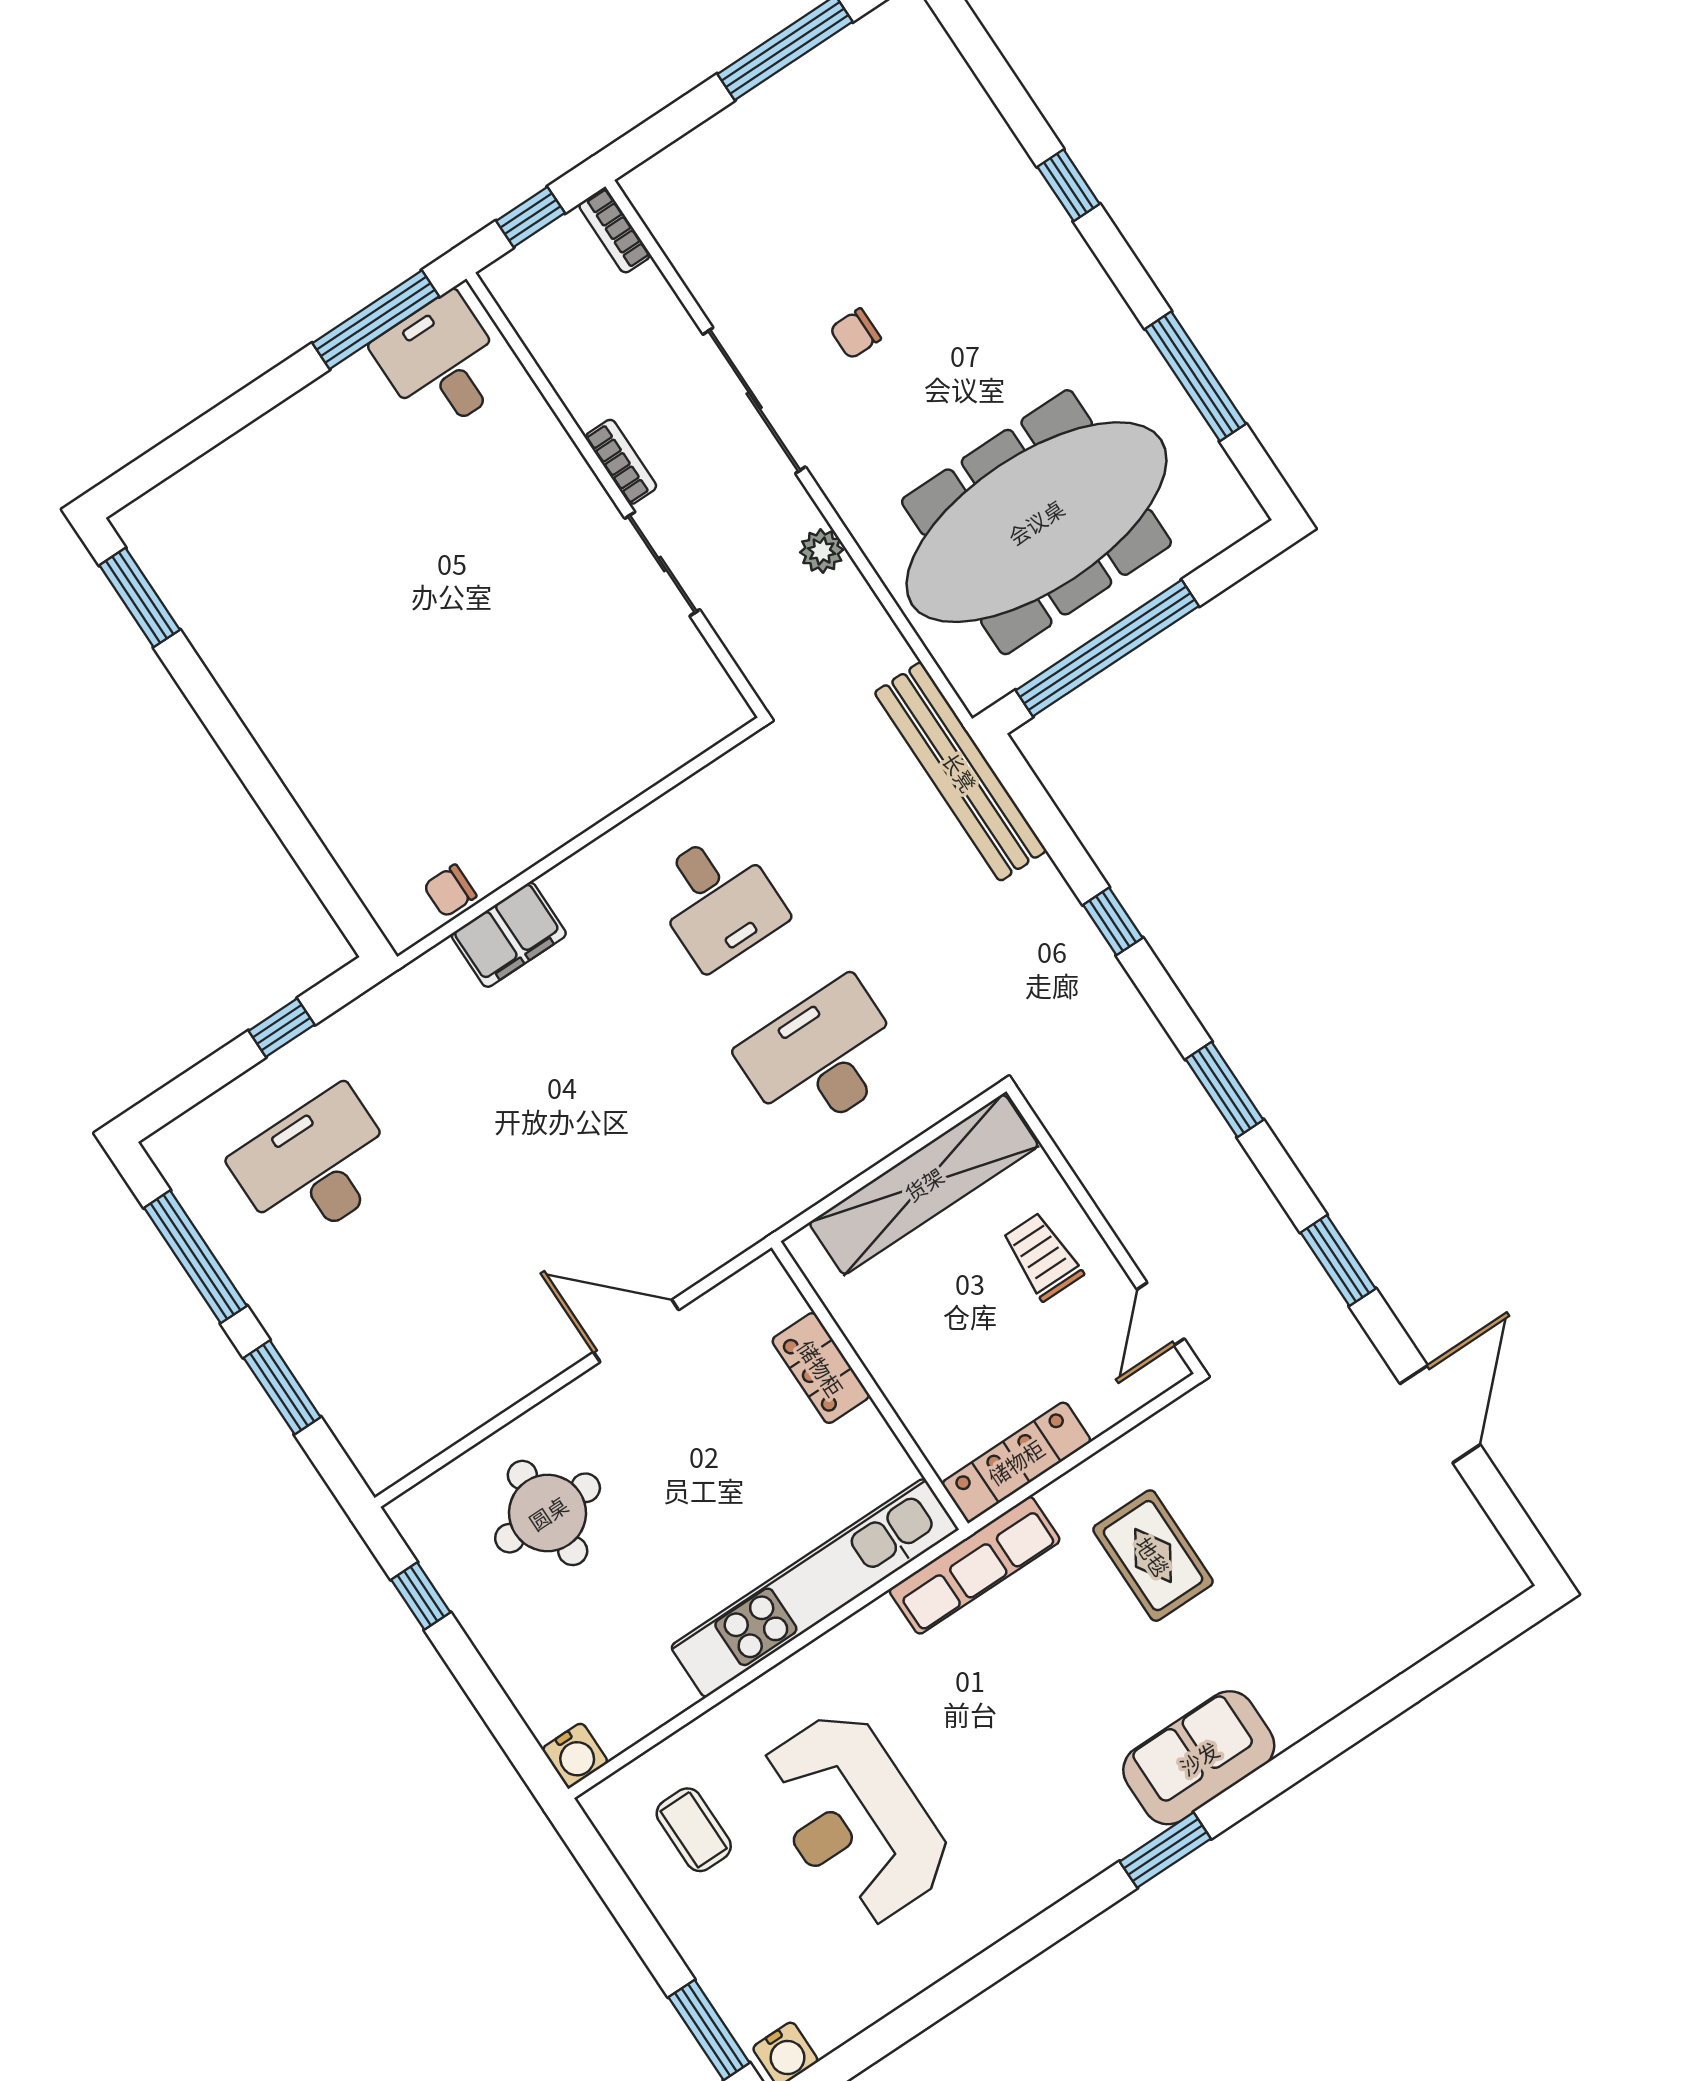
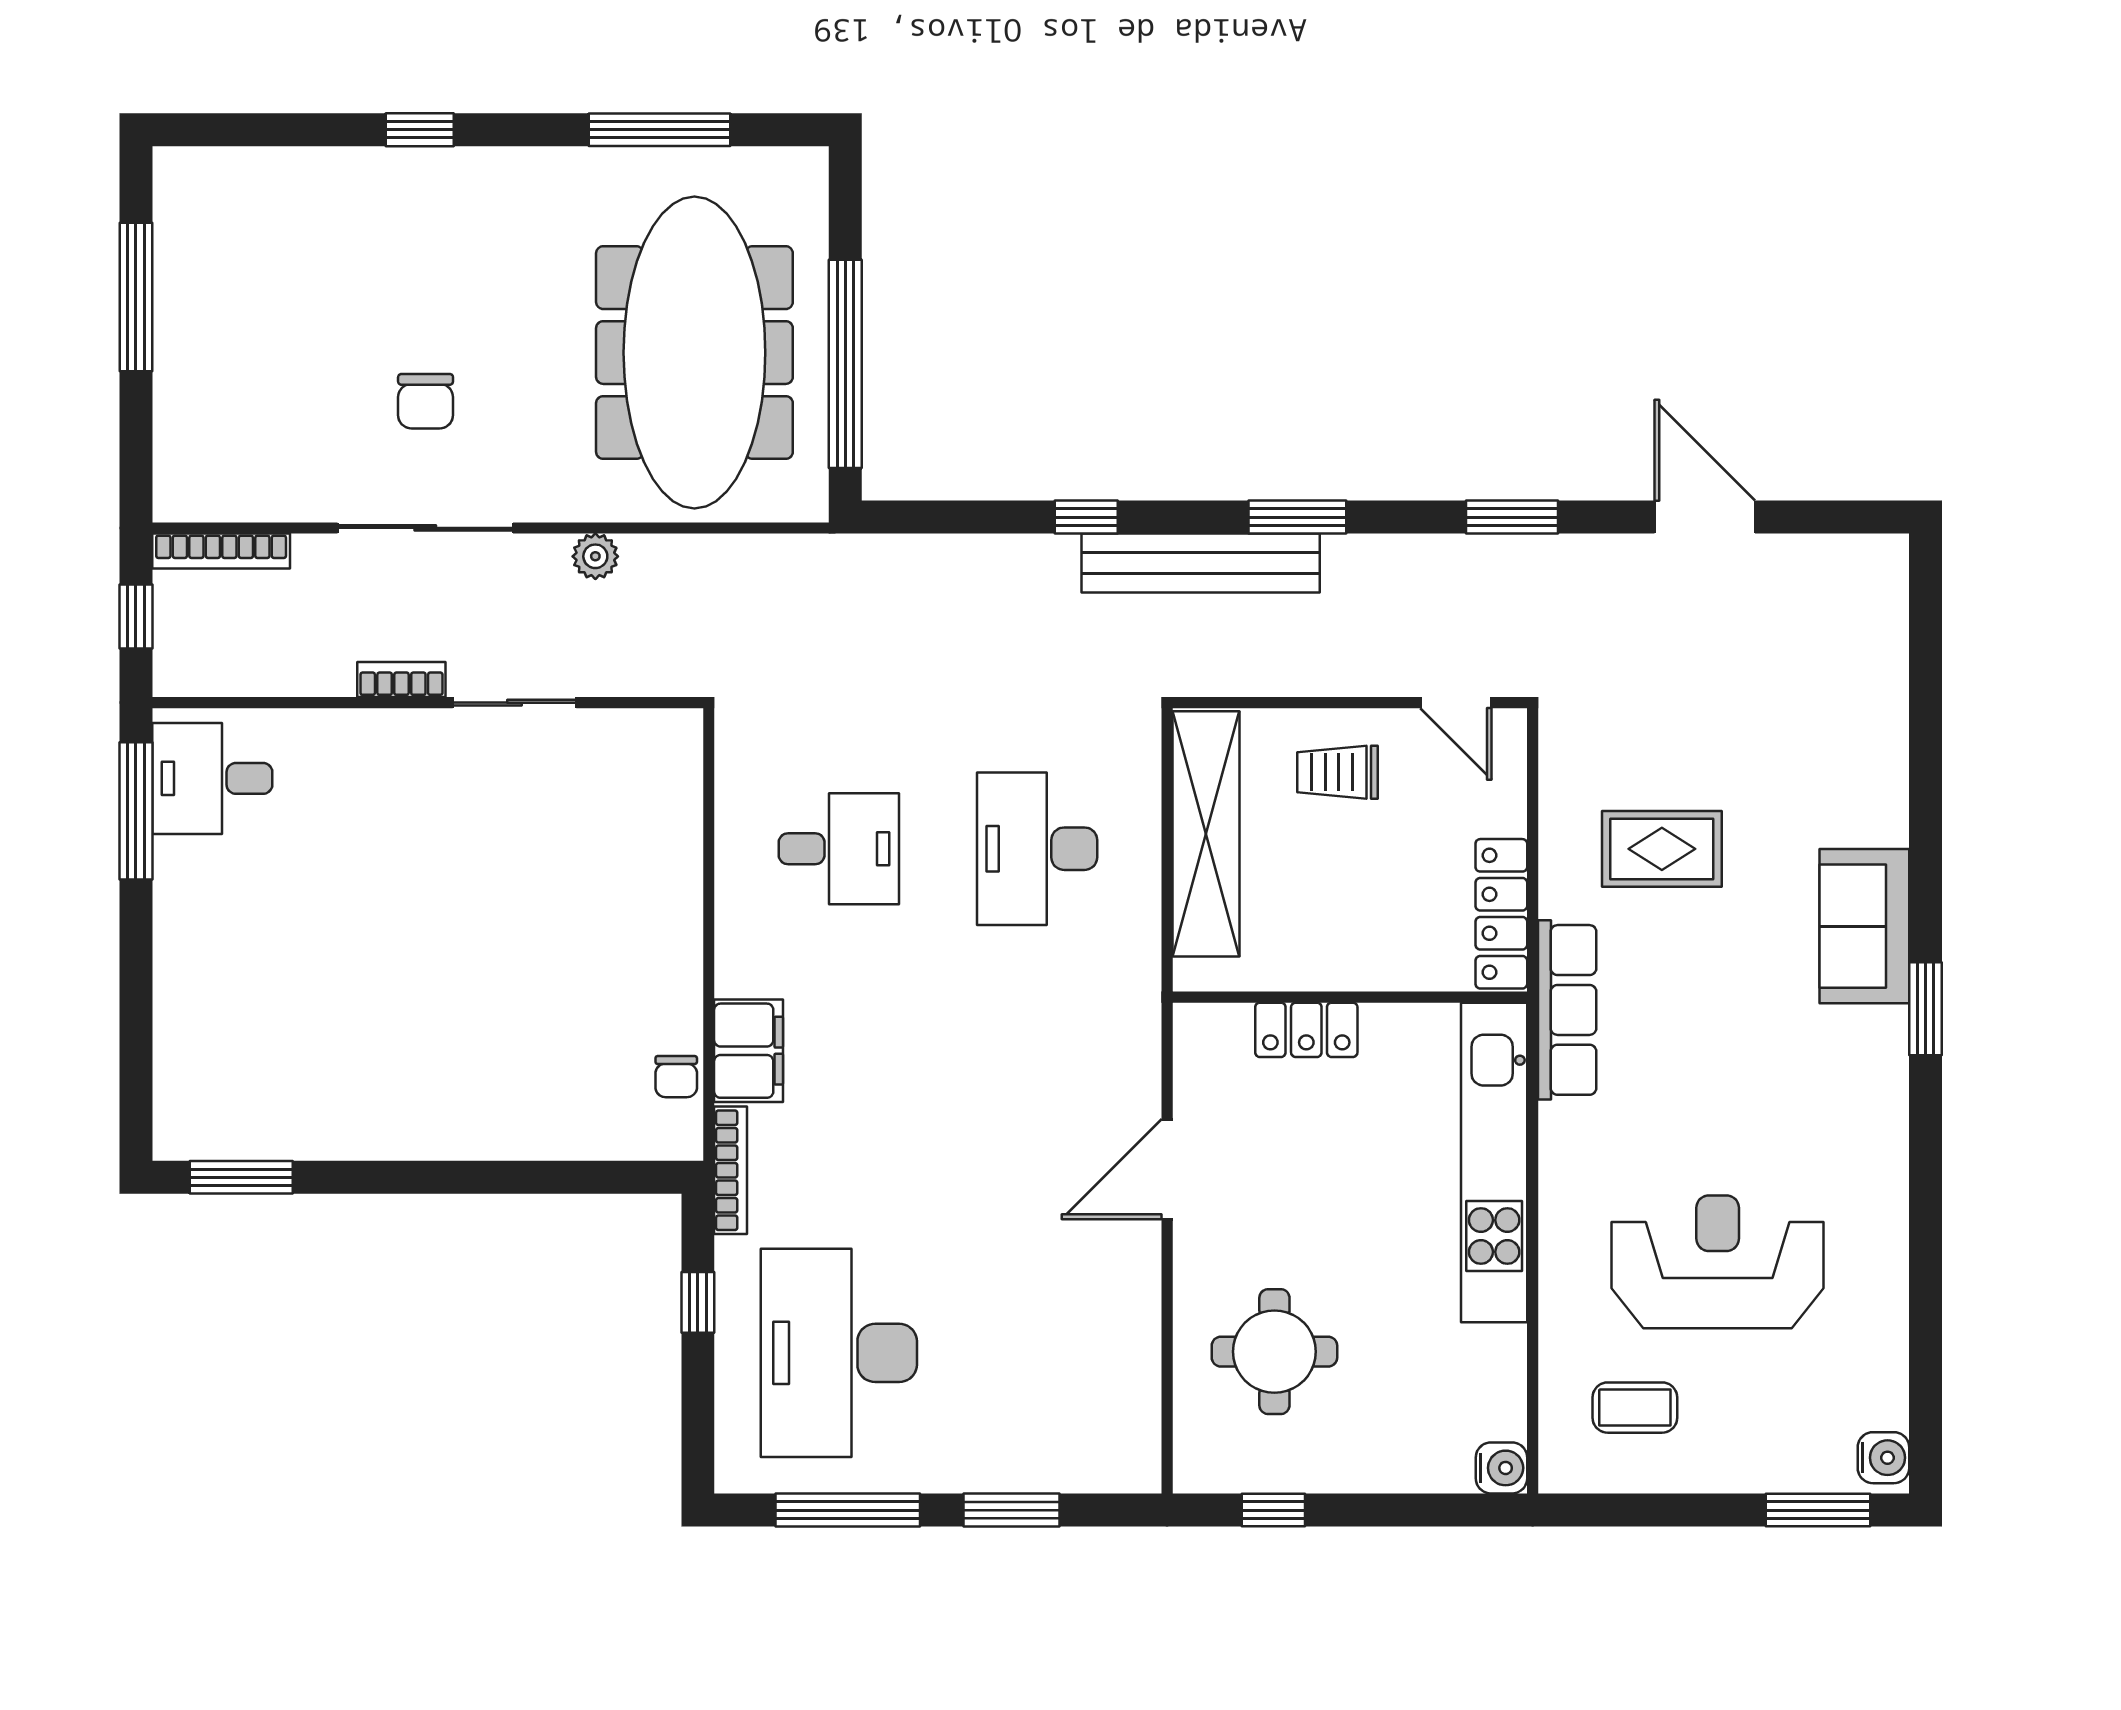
bookcase: (615, 230) -> (221, 551), width x1.56
chair: (855, 334) -> (426, 401), width x1.37, depth x1.37
bench: (960, 772) -> (1201, 563), moved
bookcase: (404, 984) -> (731, 1170), added
desk: (316, 1167) -> (839, 1353), width x1.36, depth x1.30
reception desk: (854, 1819) -> (1718, 1262), turned 180

